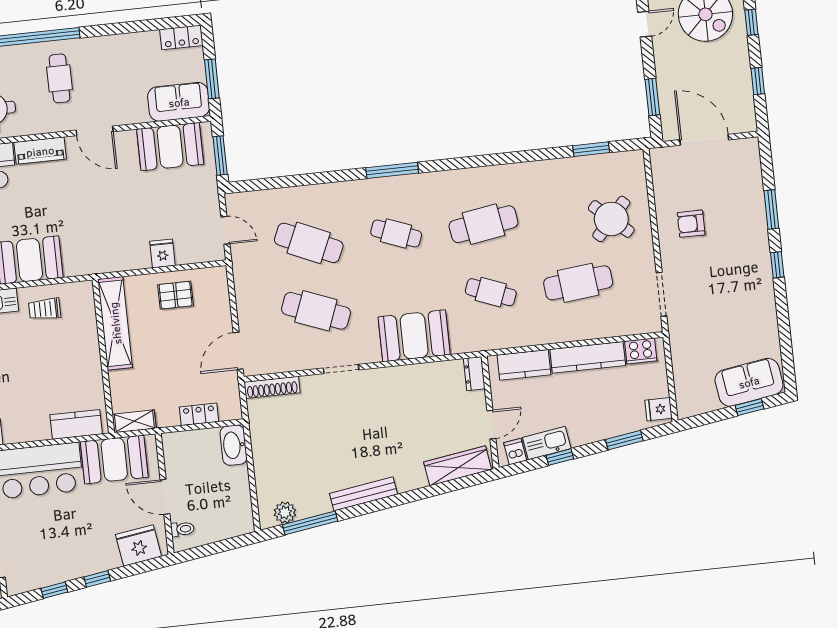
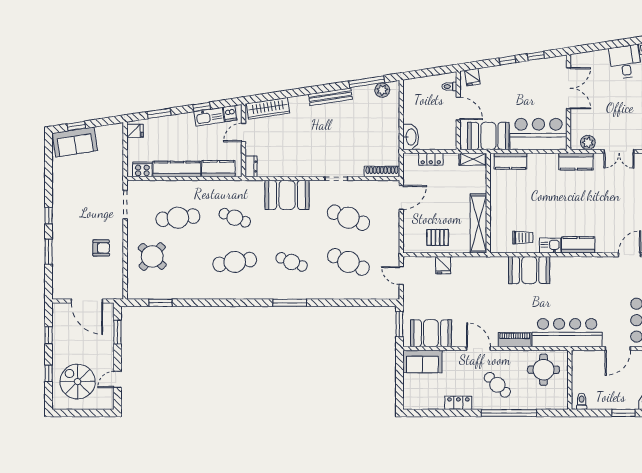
locker: (181, 37) -> (458, 403), moved
cafe table: (59, 78) -> (497, 385), turned -47
window: (212, 79) -> (399, 374), removed
fridge: (138, 546) -> (472, 77), width x0.53, depth x0.75

